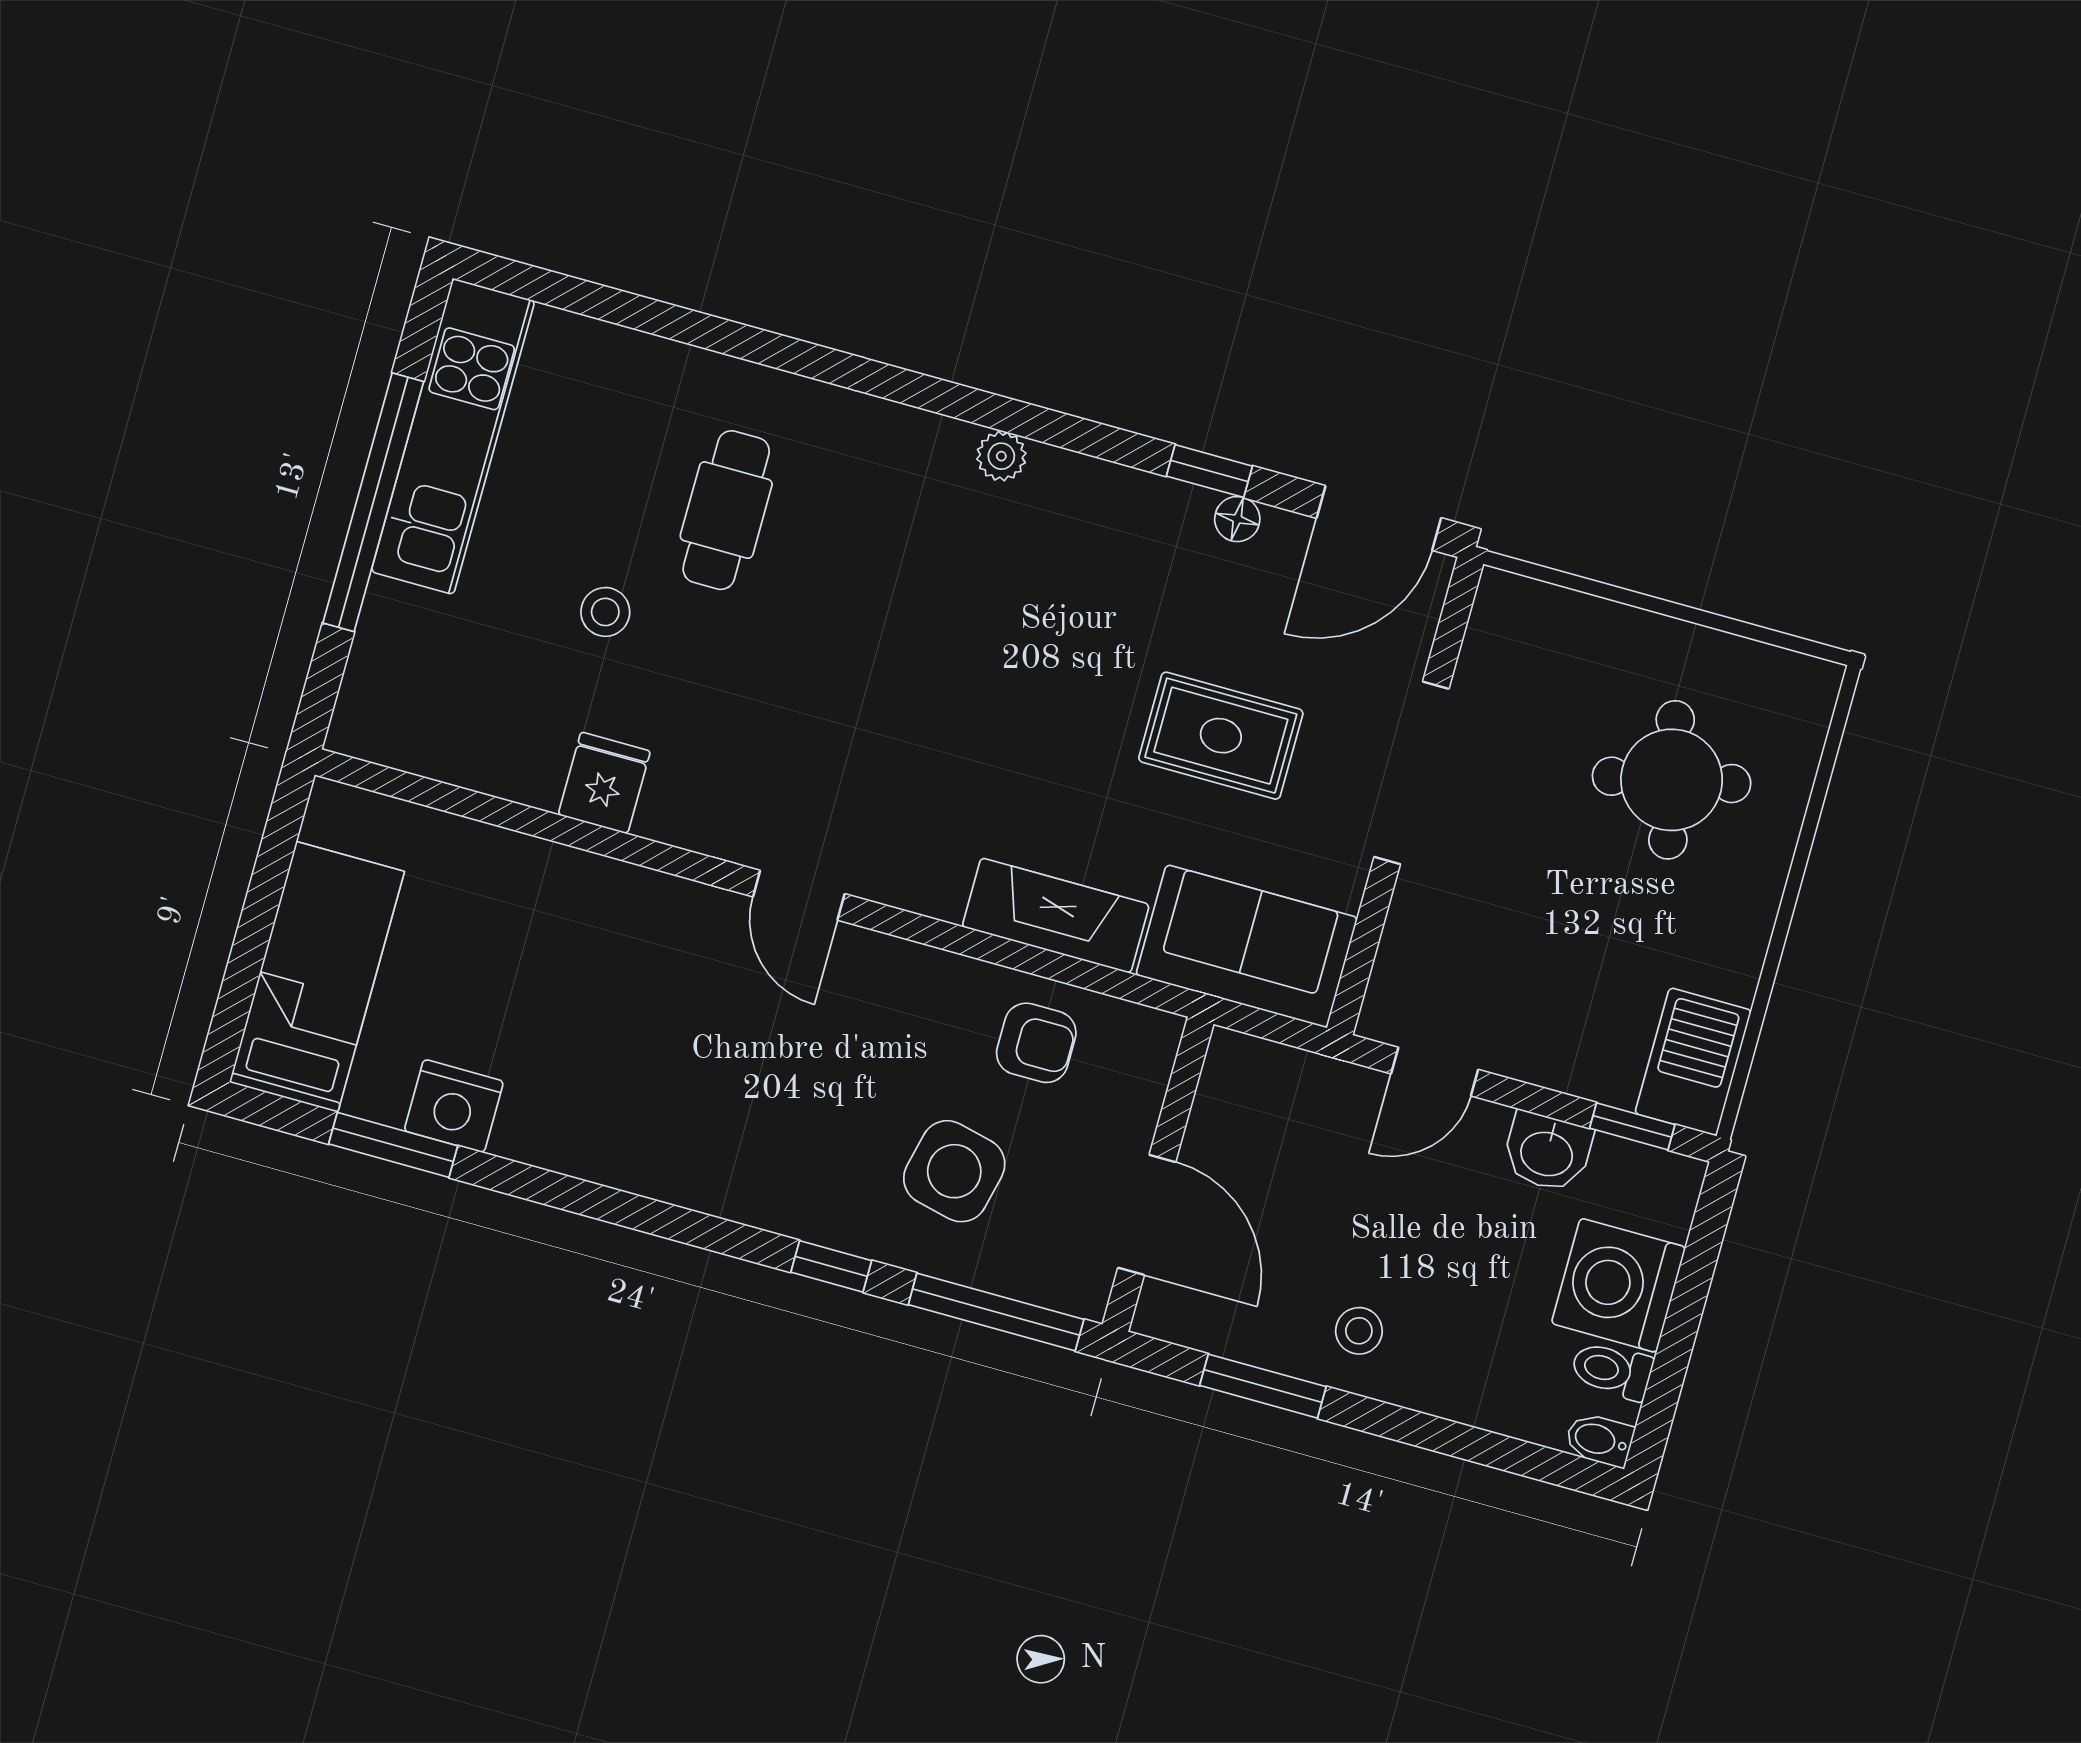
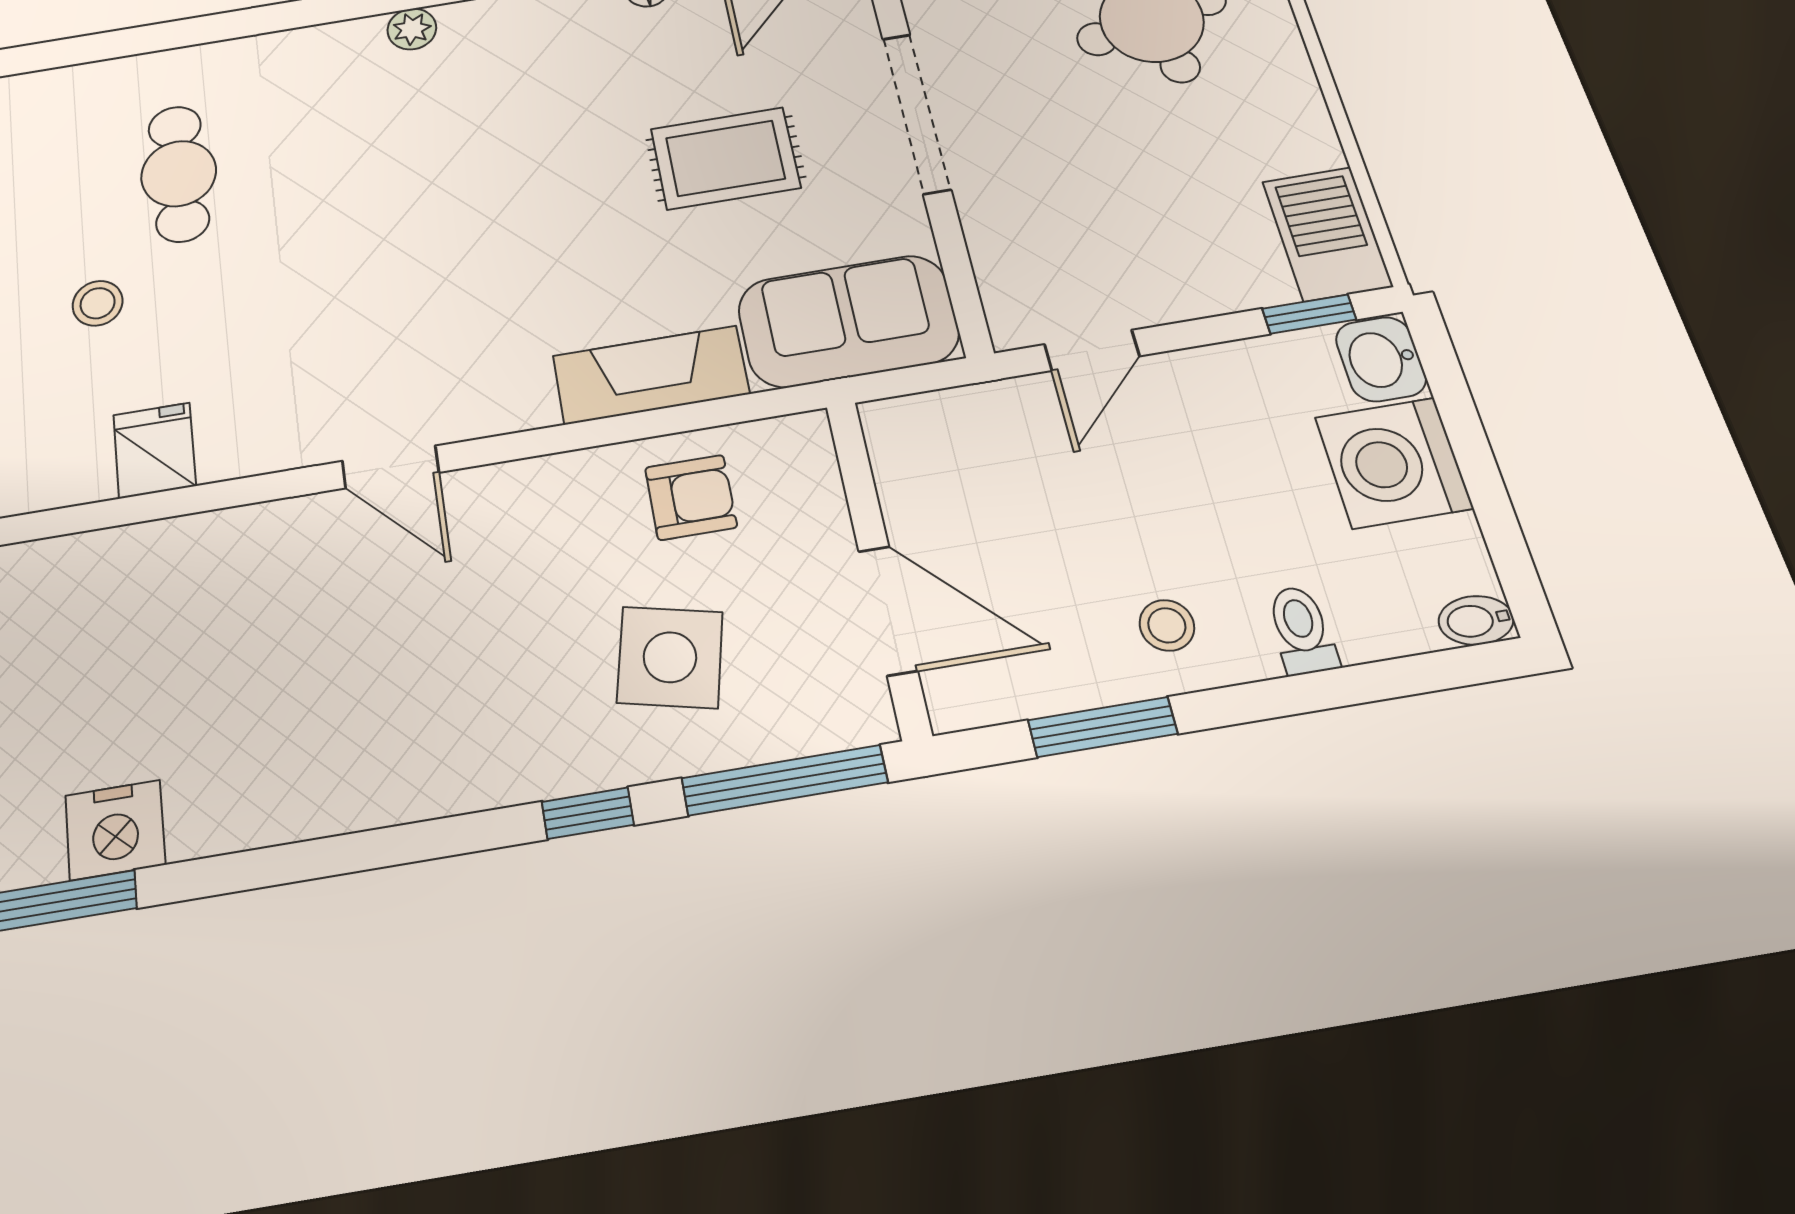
washbasin: (1547, 1152) -> (1381, 359), moved, turned 90
toilet: (1612, 1370) -> (1302, 630), moved, turned 90

